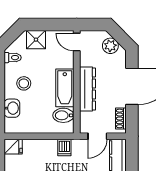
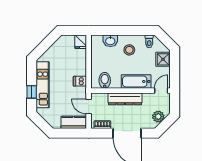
bathtub: (65, 88) -> (136, 81), moved

